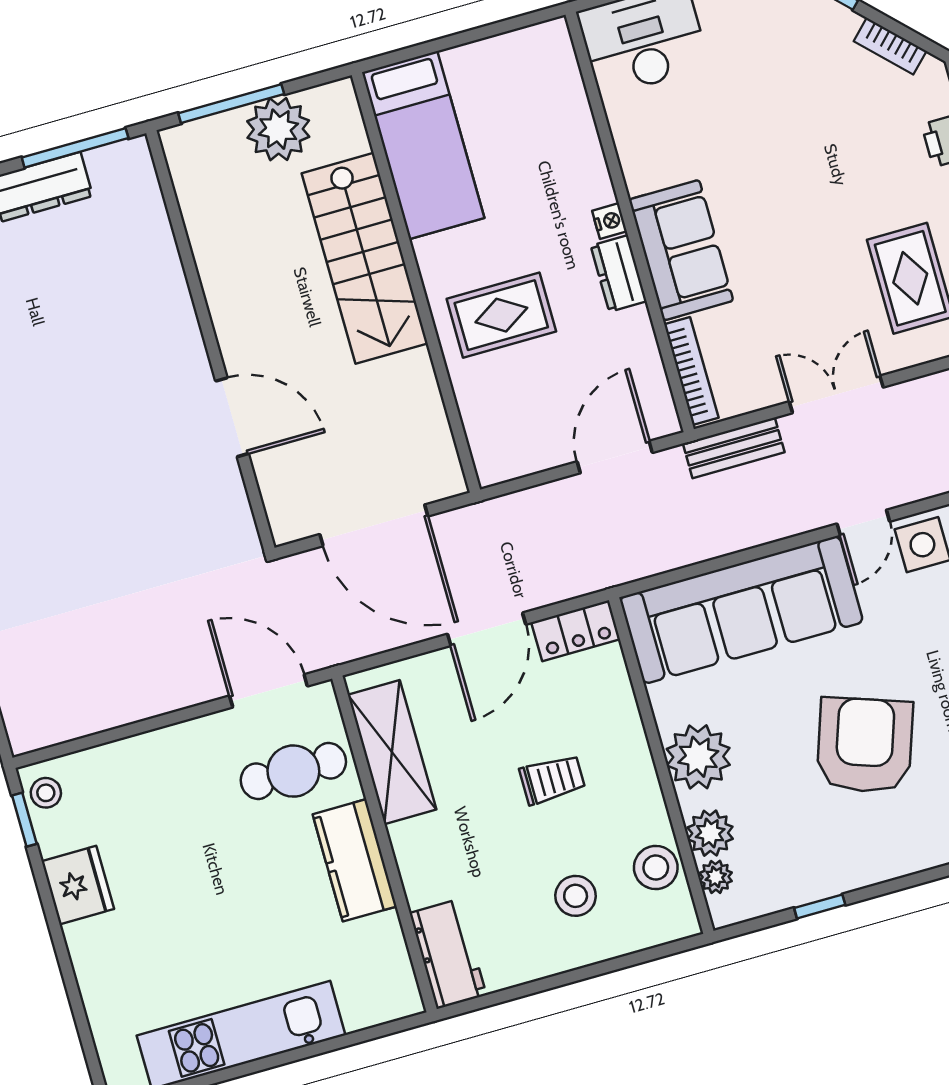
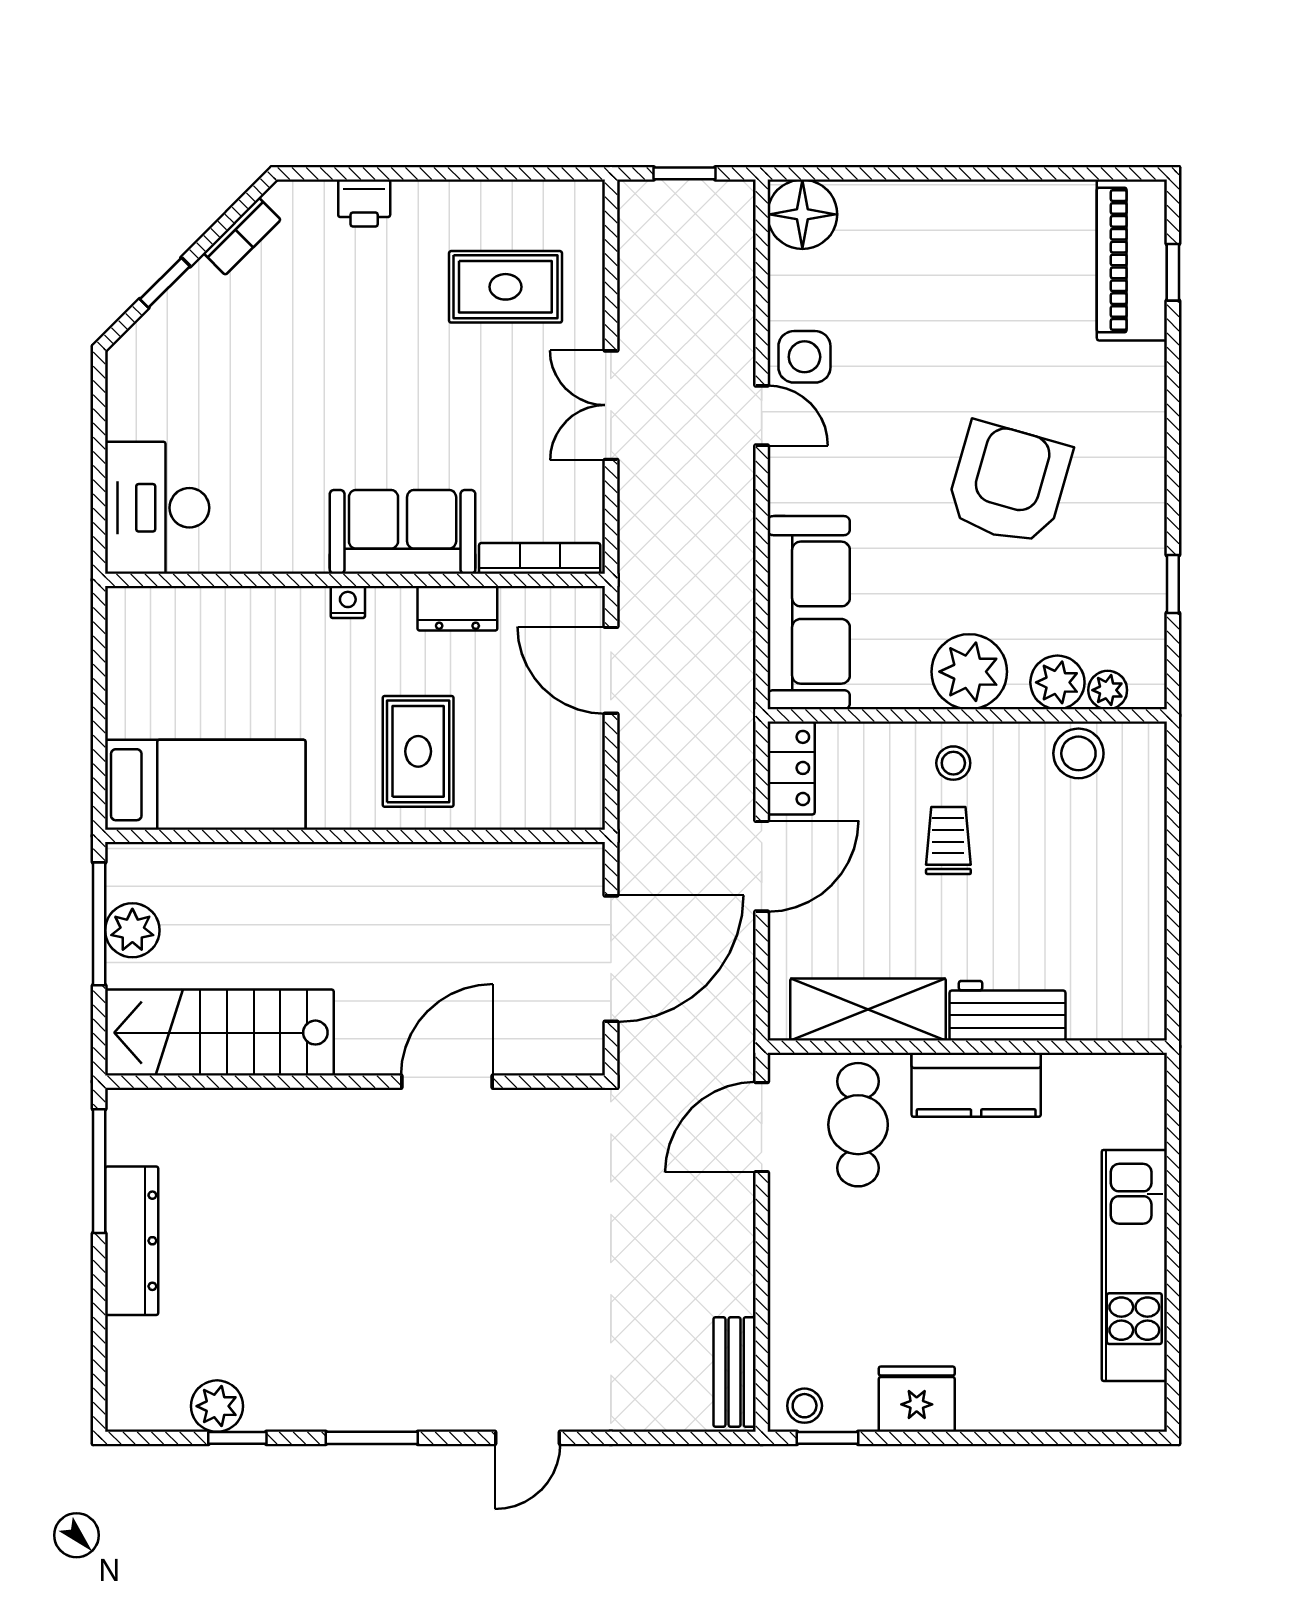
window: (231, 104) -> (99, 924), moved
plant: (278, 129) -> (132, 930), width x0.73, depth x0.73
stairs: (365, 258) -> (219, 1033), moved, turned 180
dresser: (619, 273) -> (457, 608), moved
bench: (734, 448) -> (735, 1372), moved
sofa: (741, 610) -> (809, 613), width x0.74, depth x0.79
door: (487, 629) -> (762, 866), hinge flipped
armchair: (865, 745) -> (1009, 484), turned 87
stool: (576, 896) -> (953, 763), moved, width x0.73, depth x0.73
workbench: (448, 954) -> (1007, 1011), moved

